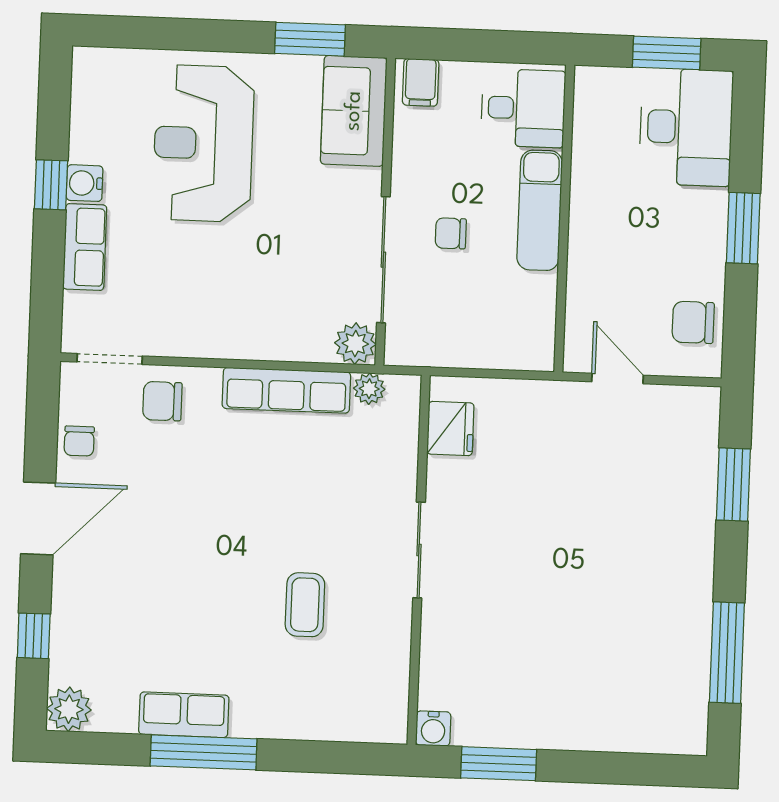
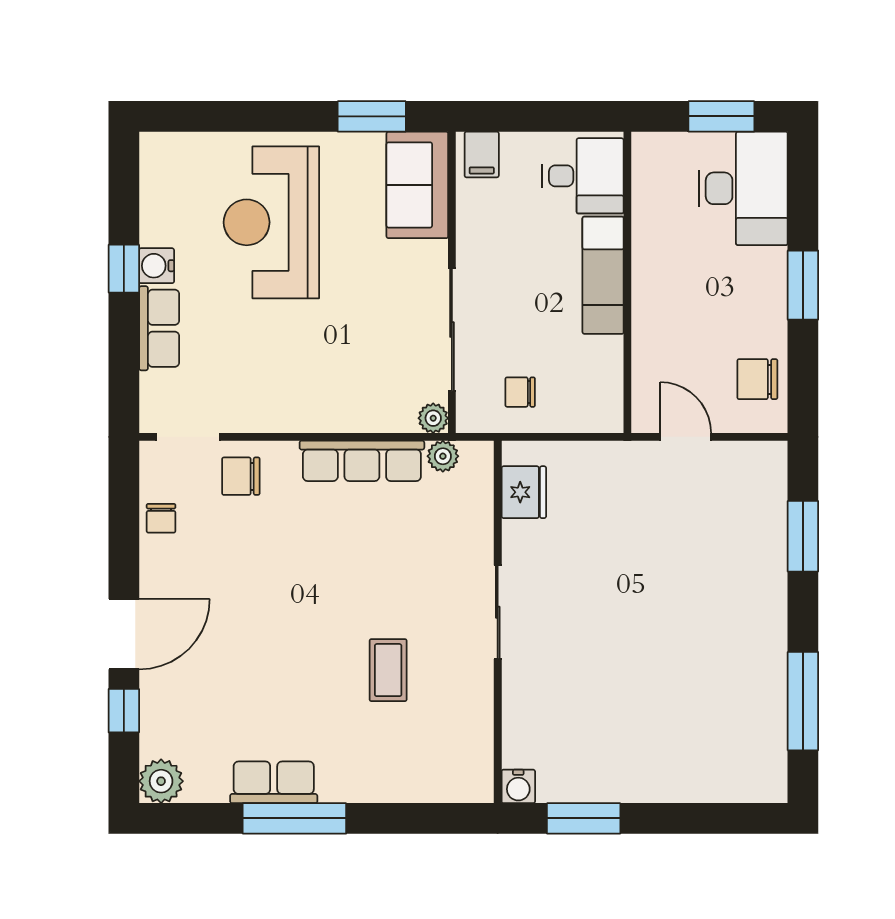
chair: (451, 233) -> (520, 392), moved
plant: (355, 344) -> (433, 418), width x0.73, depth x0.73
door: (38, 518) -> (124, 634), moved

